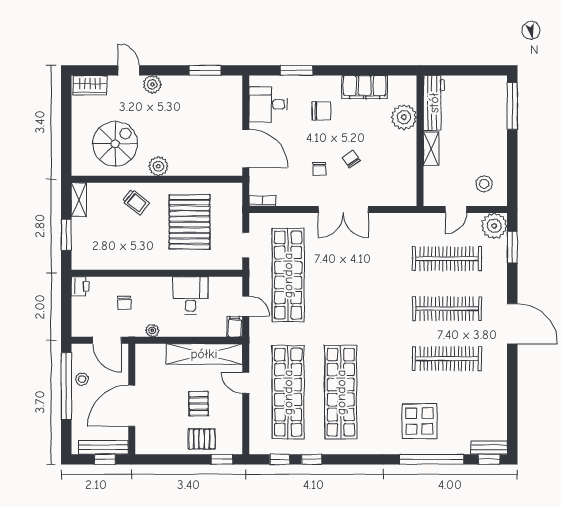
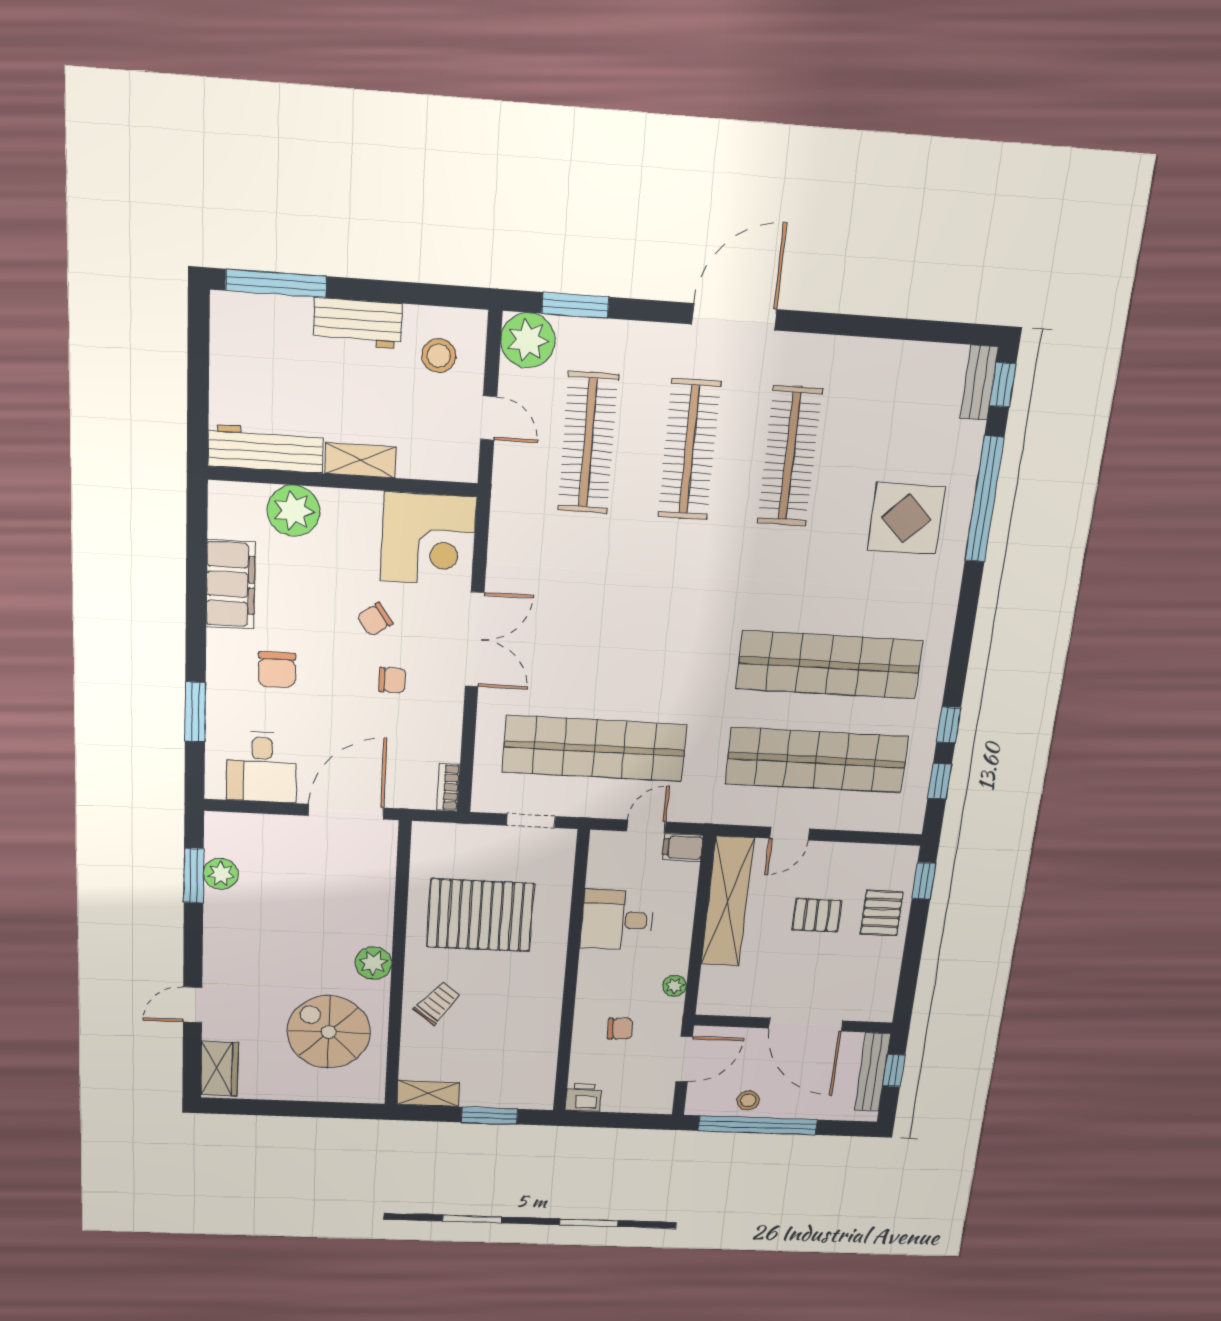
plant: (152, 84) -> (221, 874), moved
chair: (321, 111) -> (277, 670), turned 180
workbench: (497, 145) -> (358, 323), added
corner desk: (394, 183) -> (428, 539), added

